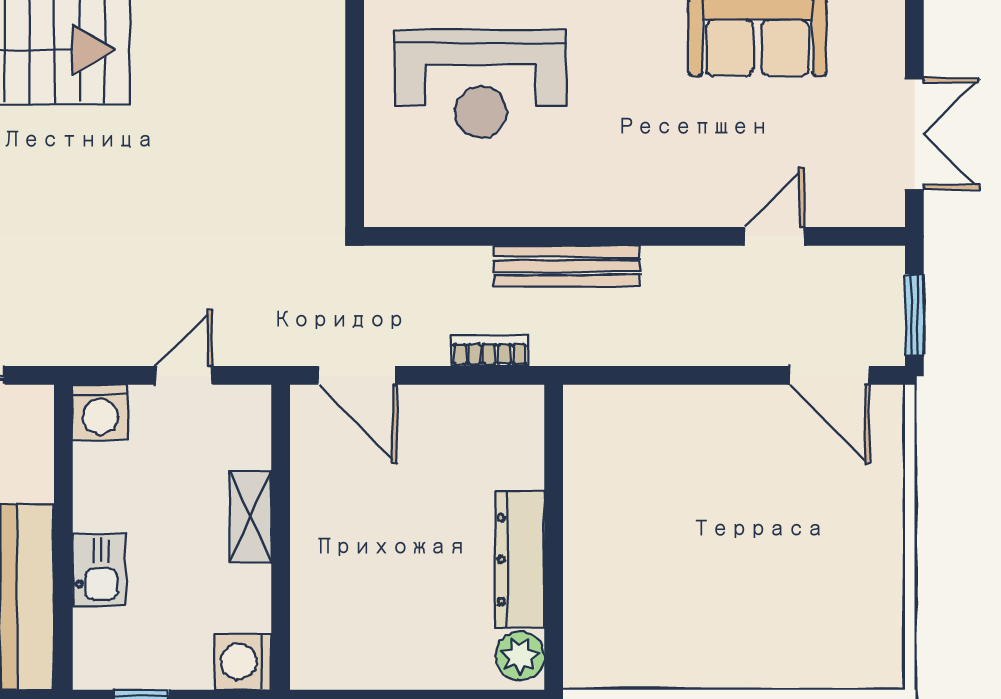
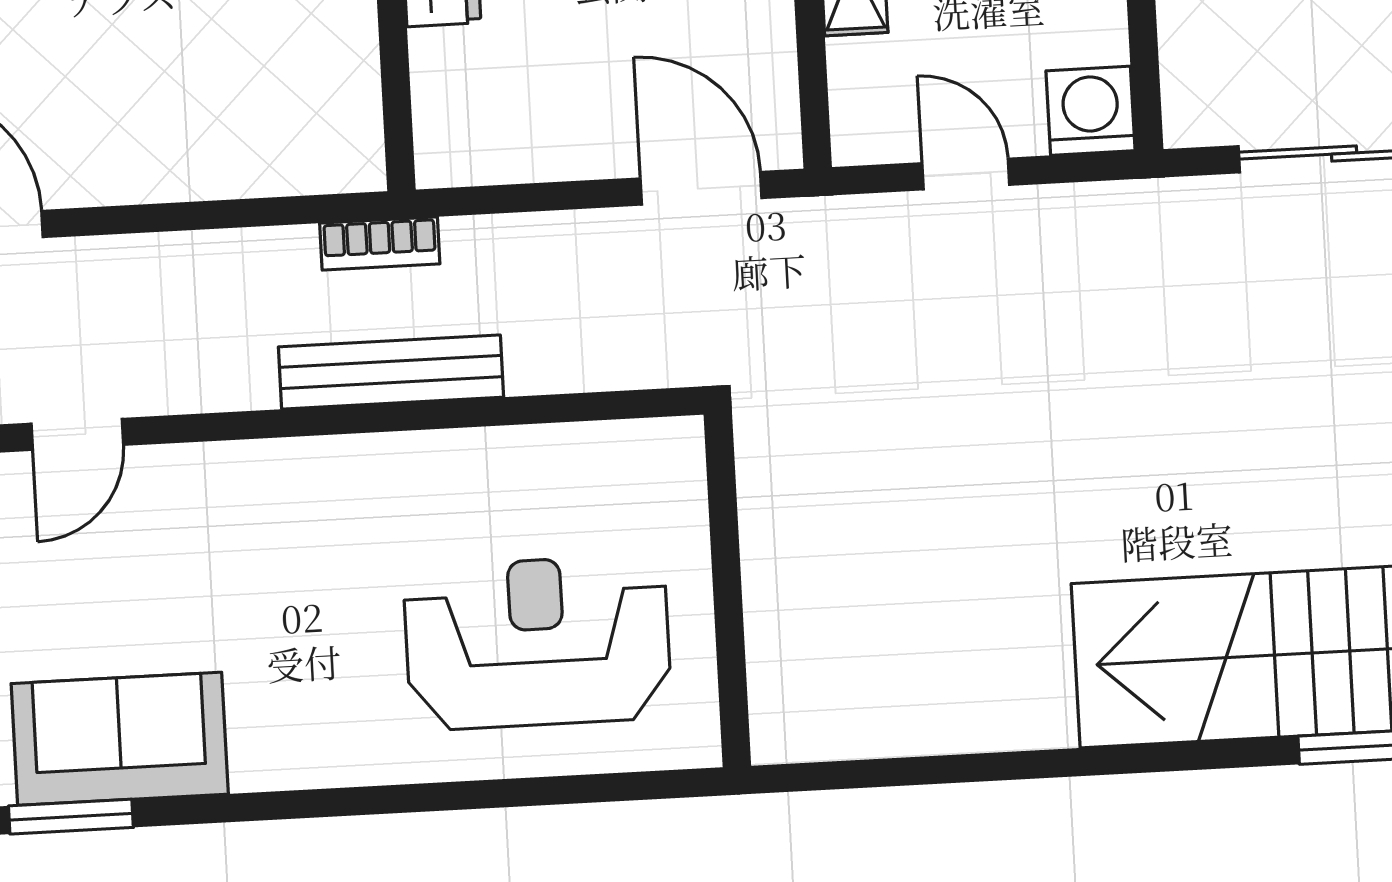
bookcase: (489, 351) -> (380, 243), moved
door: (184, 375) -> (966, 174), swing flipped

